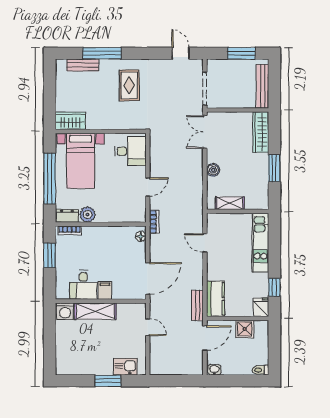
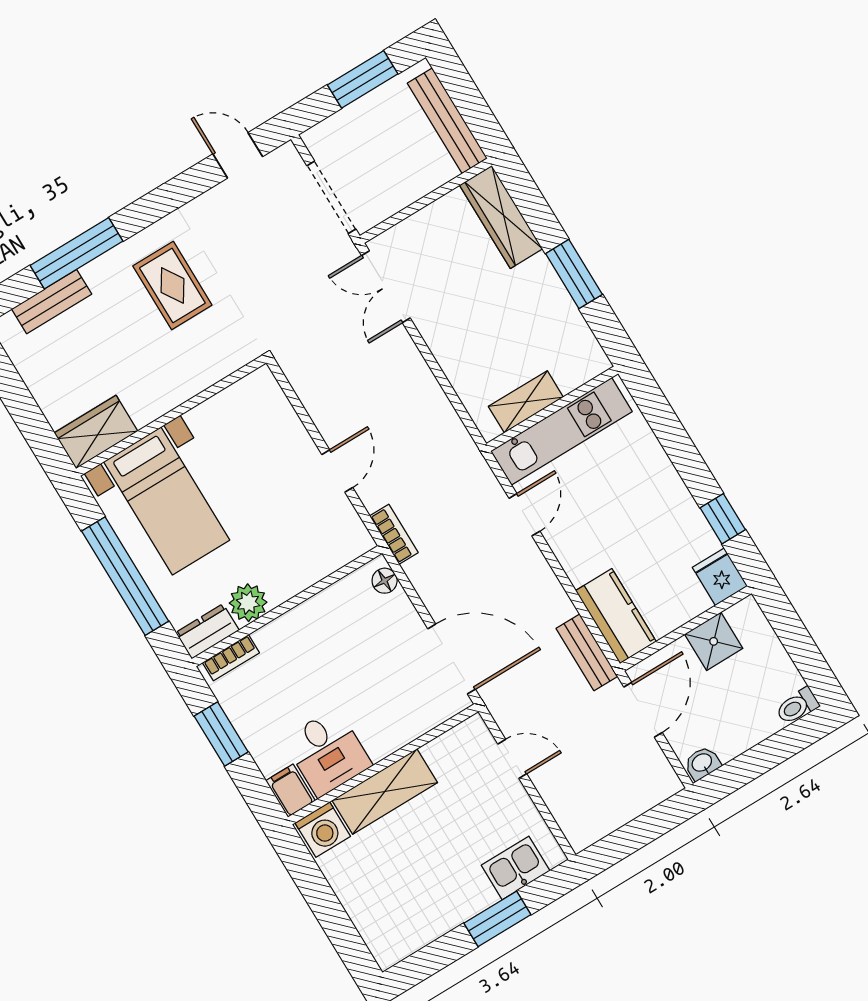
desk: (130, 151) -> (257, 419), removed
boiler: (213, 170) -> (450, 354), removed
door: (205, 243) -> (524, 515), swing flipped
kitchen unit: (260, 243) -> (561, 431), moved, turned -90
door: (148, 279) -> (452, 659), hinge flipped
filing cabinet: (105, 291) -> (290, 791), moved

